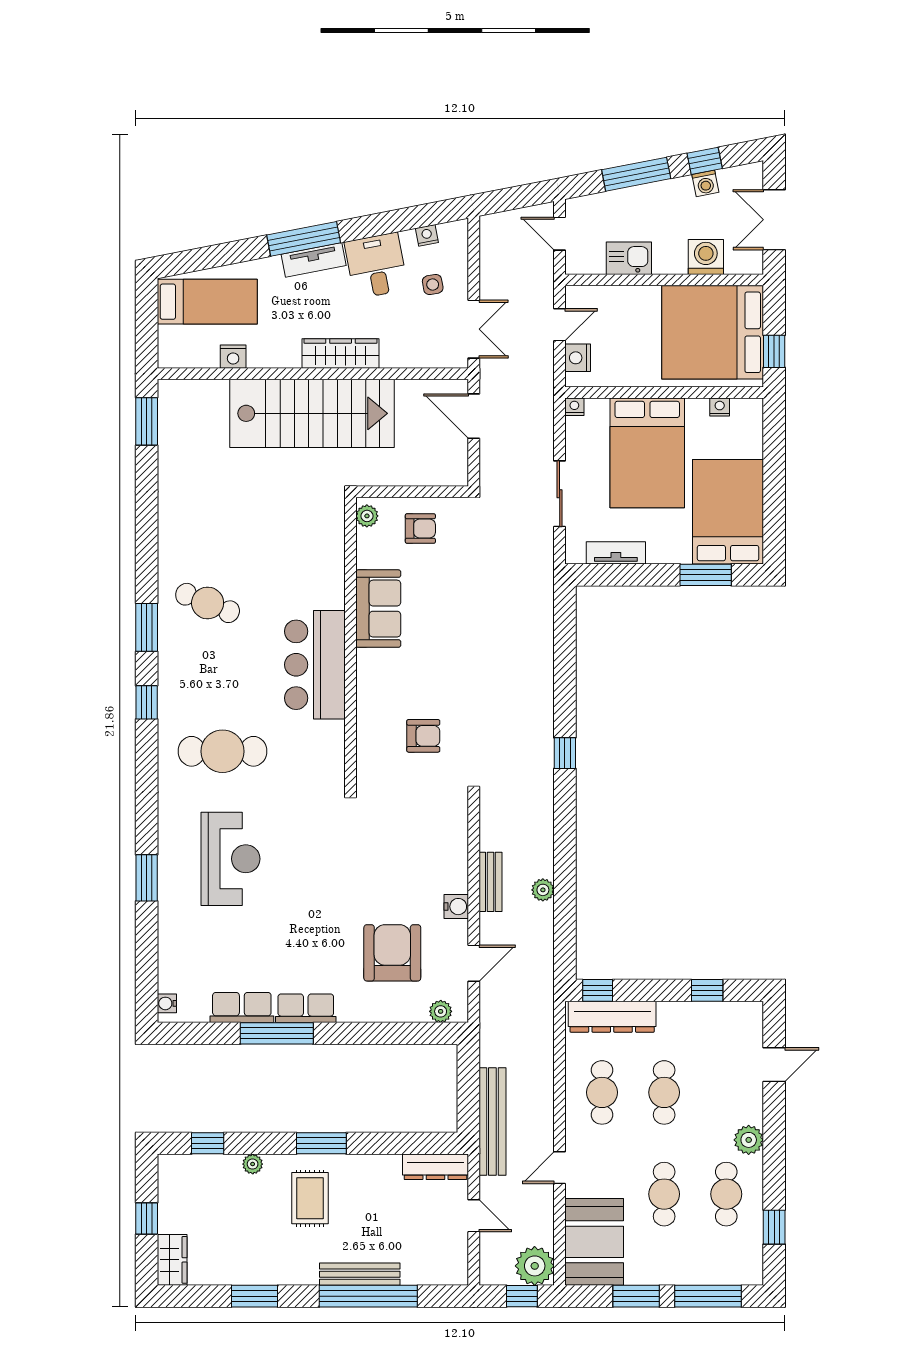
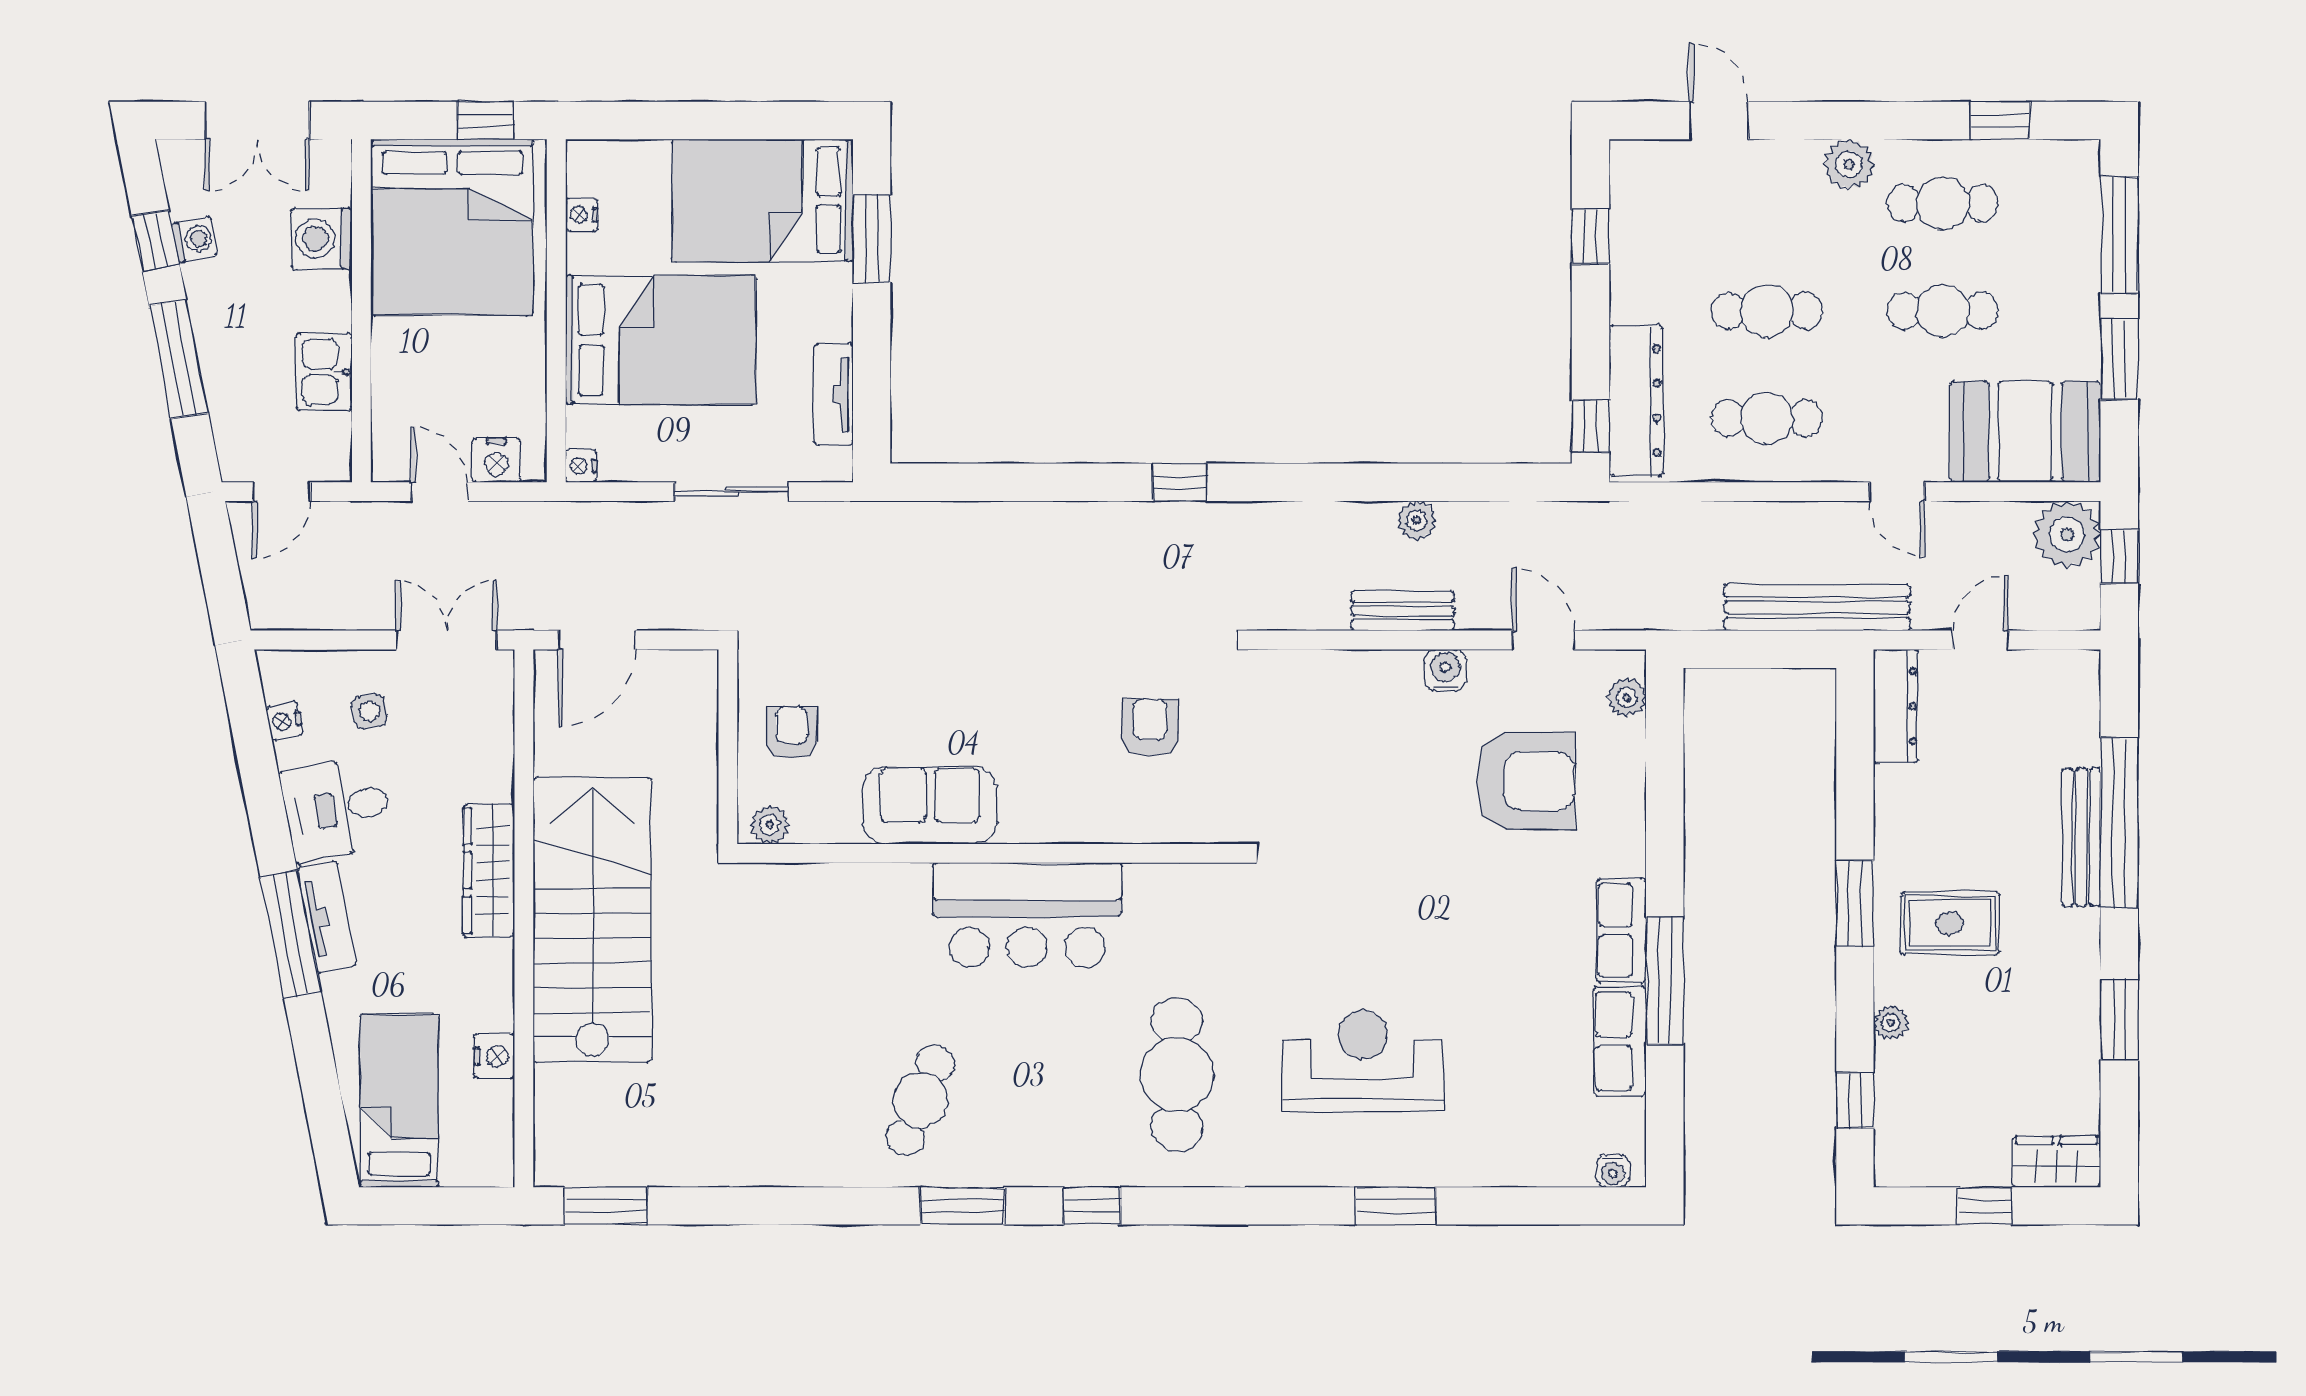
armchair: (392, 953) -> (1526, 781), turned 180

